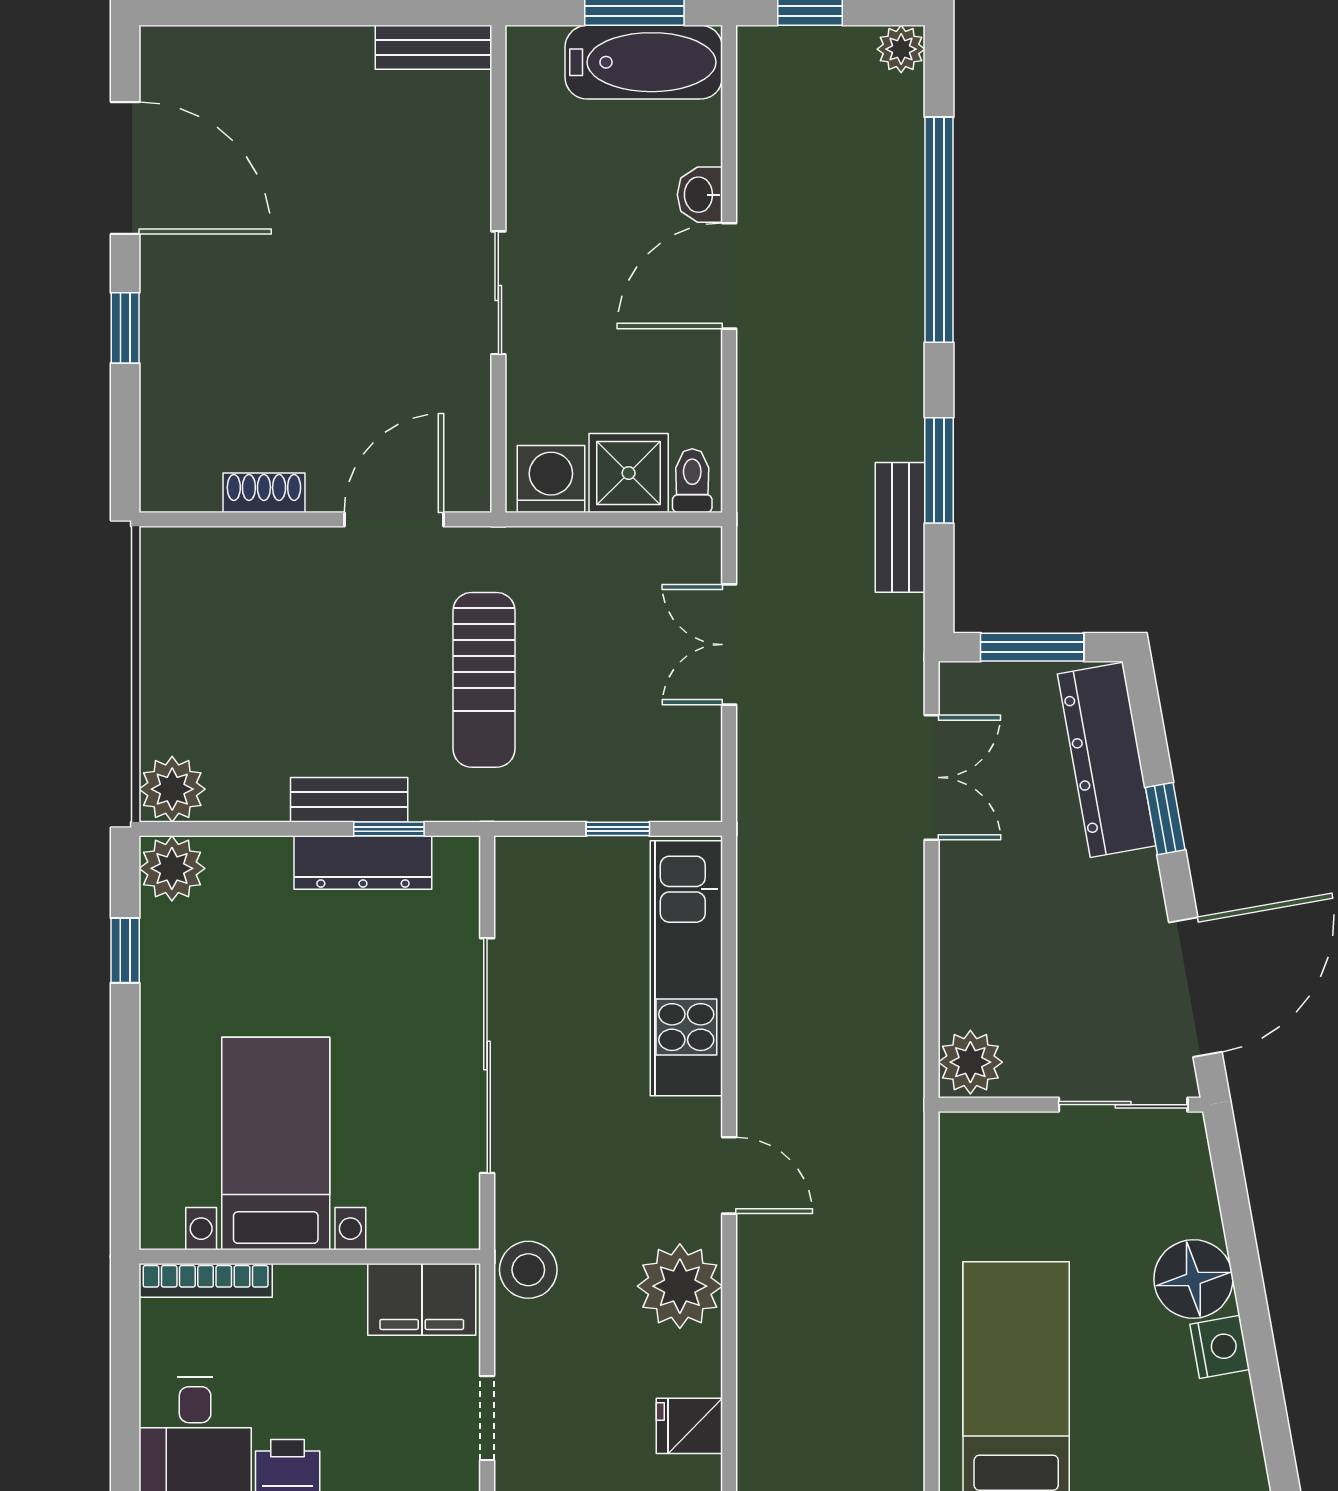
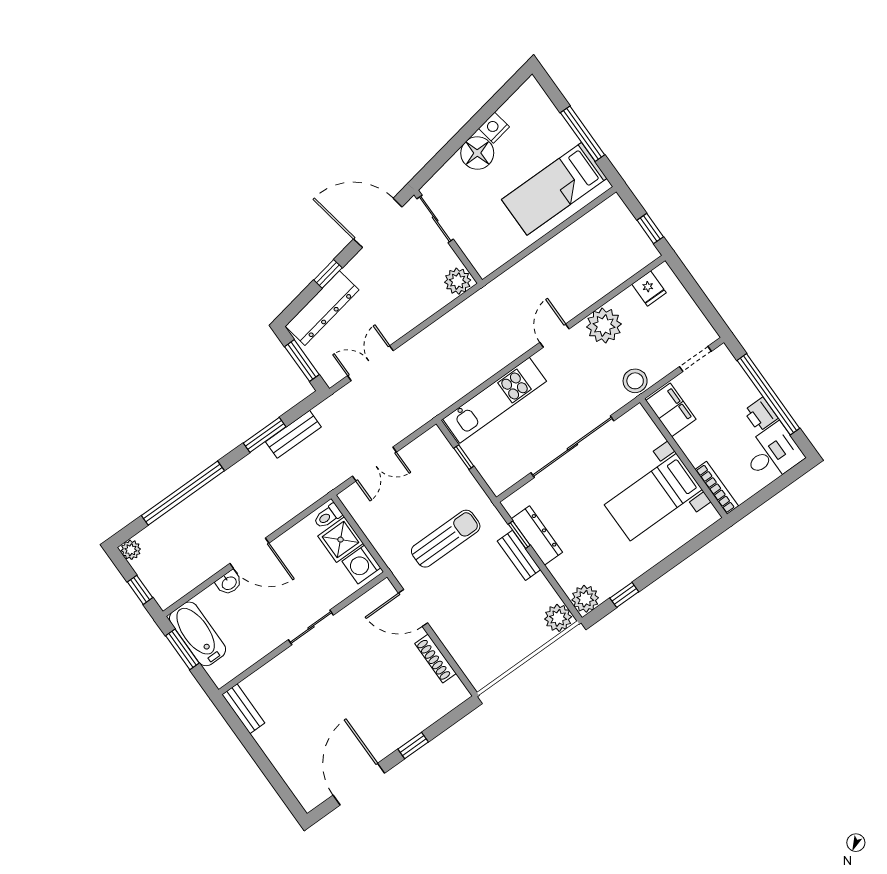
shoe rack: (264, 493) -> (435, 659), width x1.43

